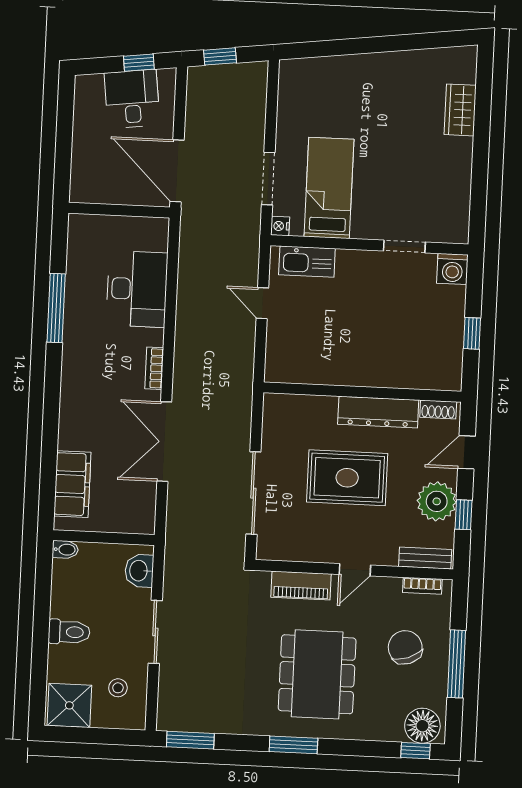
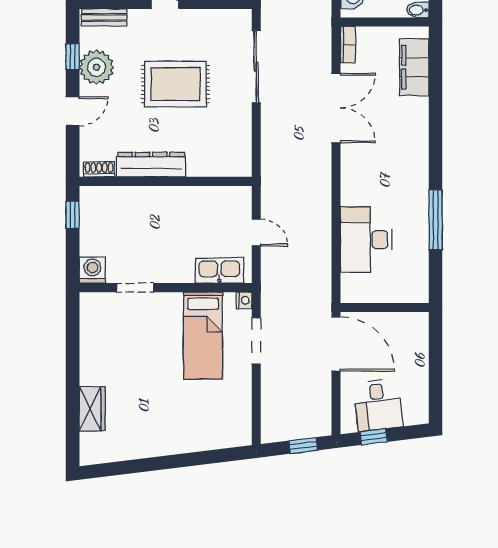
bookcase: (154, 368) -> (348, 45), moved
wall: (362, 392) -> (166, 181), moved
shoe rack: (438, 409) -> (99, 169), moved
dresser: (378, 412) -> (151, 165), moved

